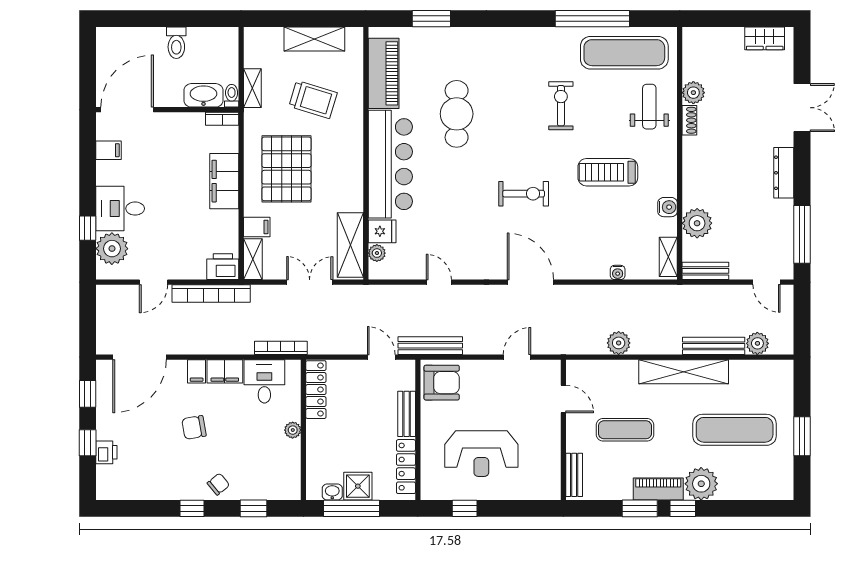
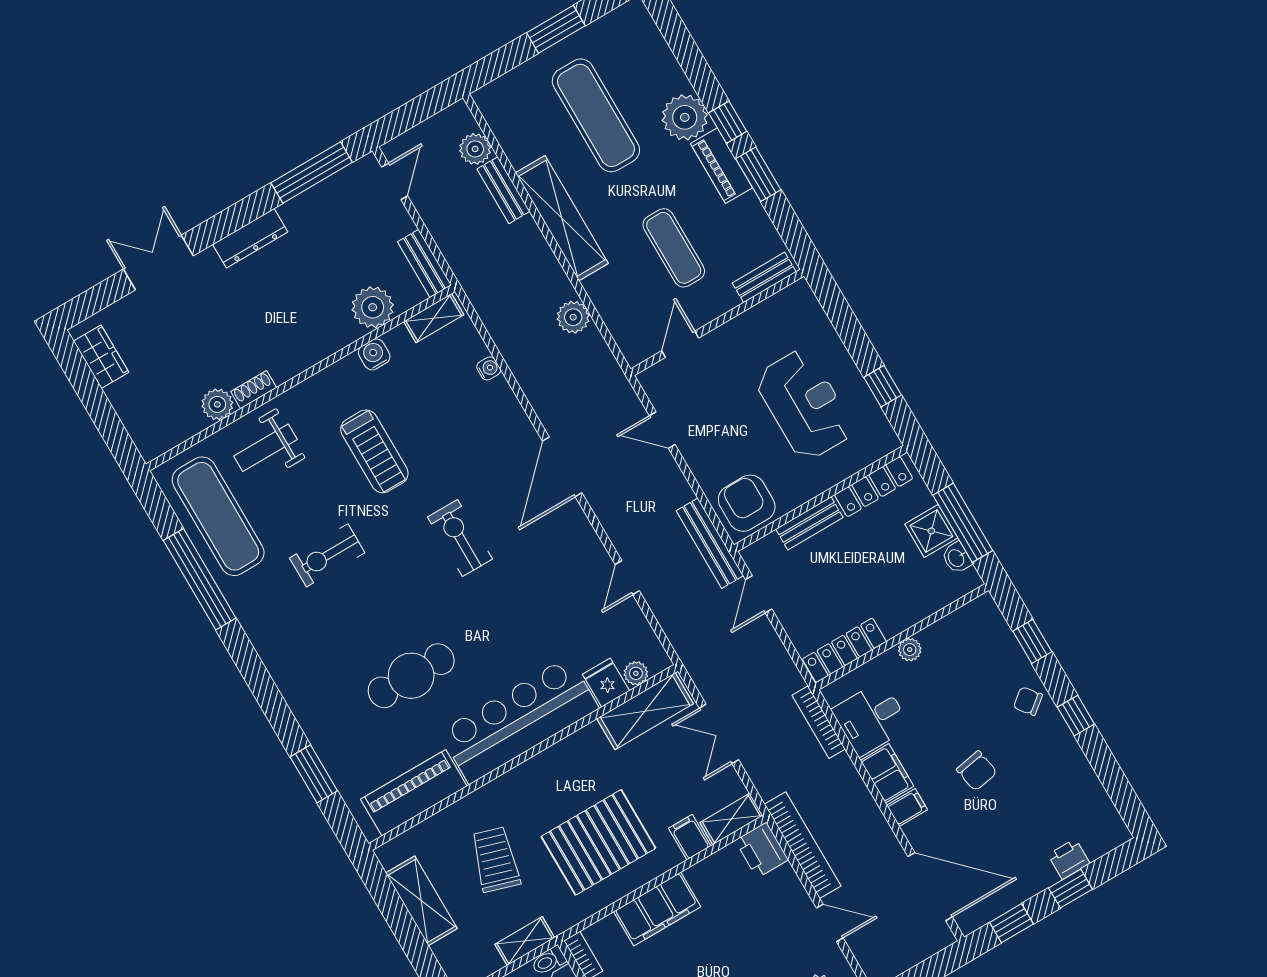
bench: (714, 346) -> (503, 190), width x0.73

